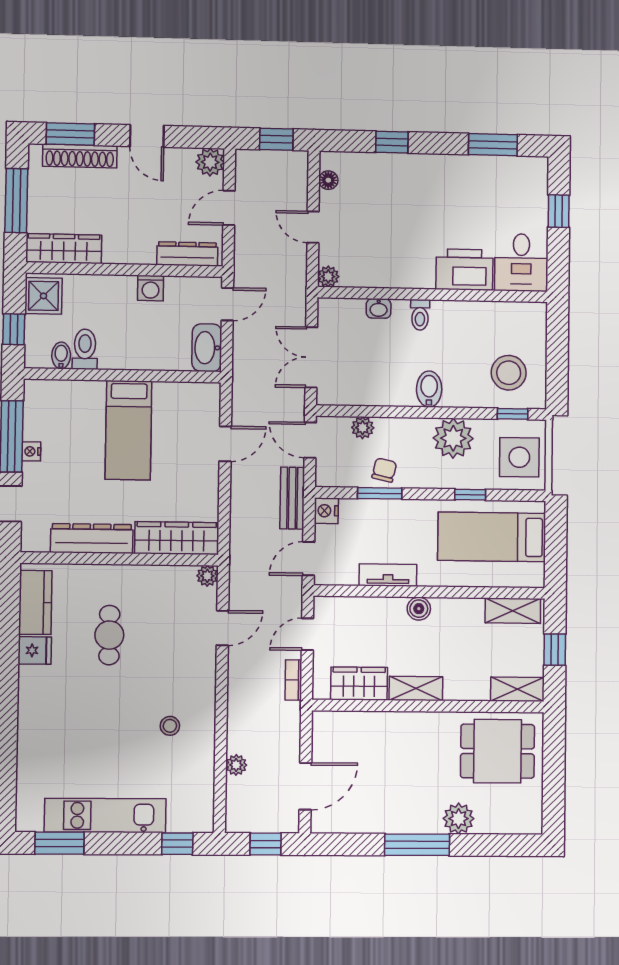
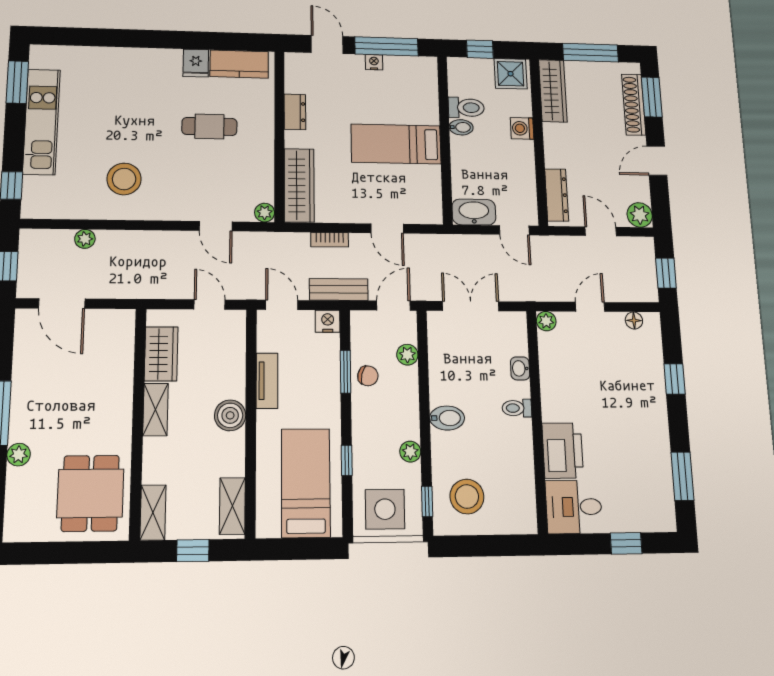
washing machine: (151, 288) -> (522, 128), moved
bidet: (61, 355) -> (461, 127), moved
plant: (453, 438) -> (410, 452), width x0.53, depth x0.53
dresser: (92, 539) -> (295, 112), width x0.51, depth x0.80
boiler: (419, 609) -> (230, 415), width x1.36, depth x1.36
bookcase: (293, 680) -> (330, 240), moved, turned 180
stool: (170, 726) -> (124, 179), width x1.89, depth x1.89
plant: (459, 819) -> (19, 455), width x0.73, depth x0.73

